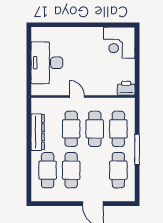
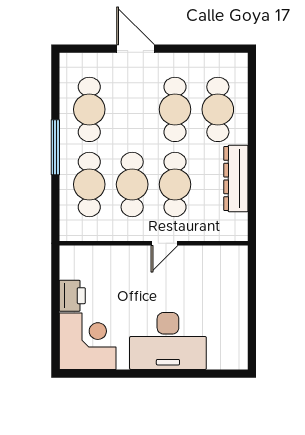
desk: (47, 63) -> (168, 341), moved, turned 90
printer: (126, 88) -> (72, 296), moved, turned -90
door: (77, 97) -> (164, 243), hinge flipped

